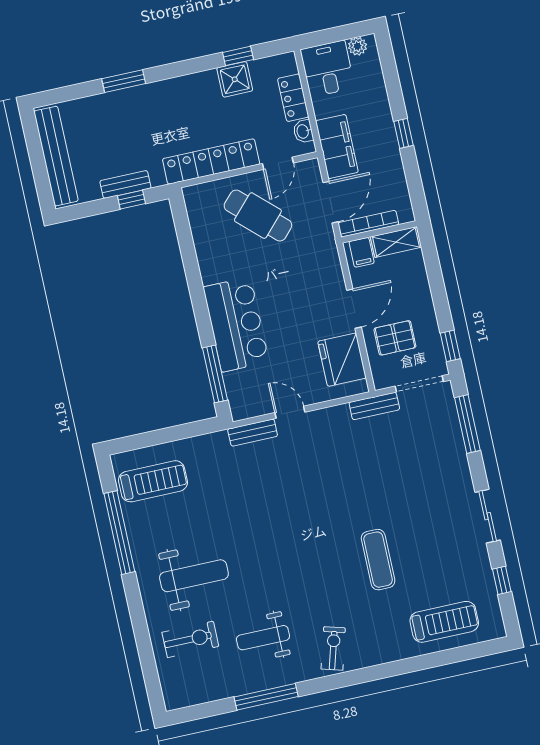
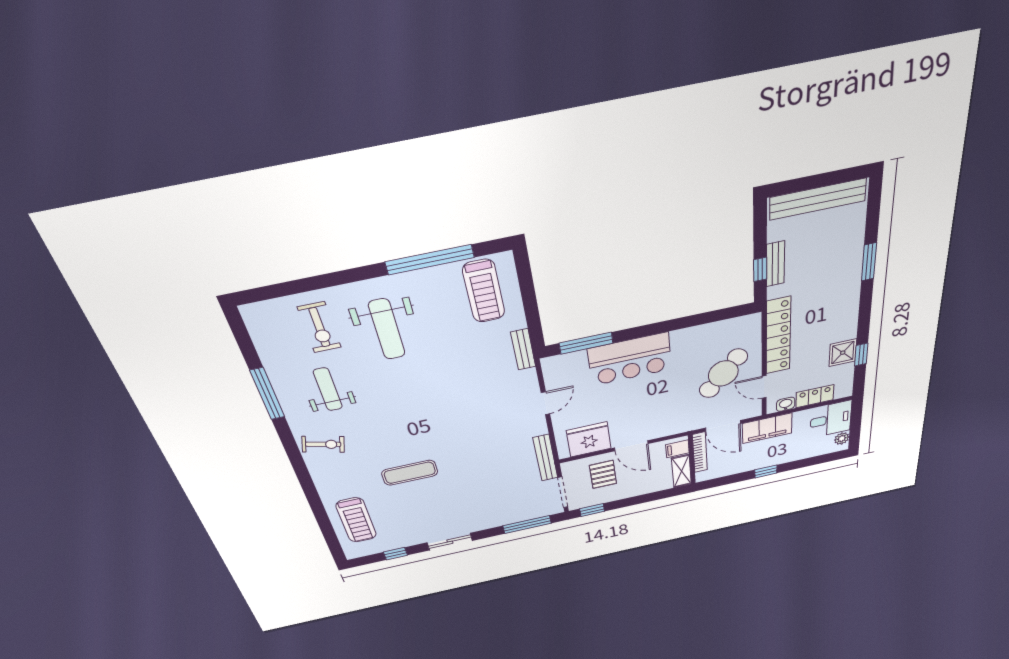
bench: (374, 406) -> (545, 458), width x1.36
bench: (253, 433) -> (523, 349), moved

